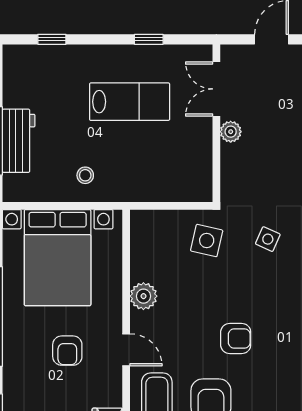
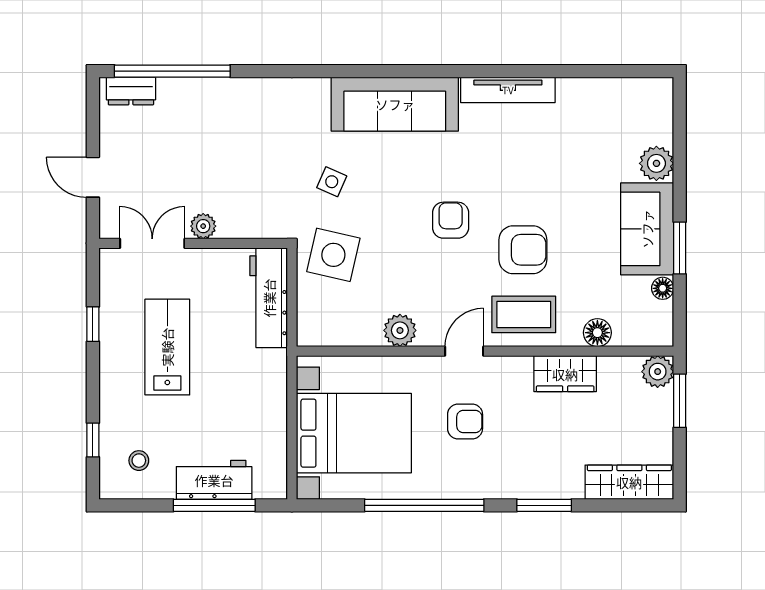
double door: (216, 89) -> (152, 243), swing flipped
stool: (85, 175) -> (139, 461), moved
workbench: (171, 186) -> (269, 298), added
side table: (207, 241) -> (333, 255), width x1.37, depth x1.37

